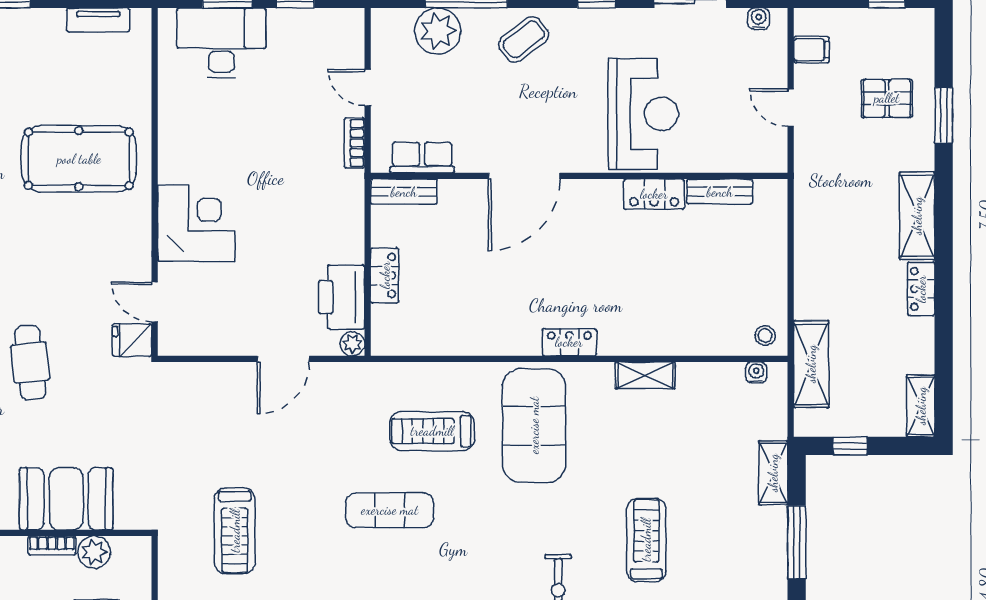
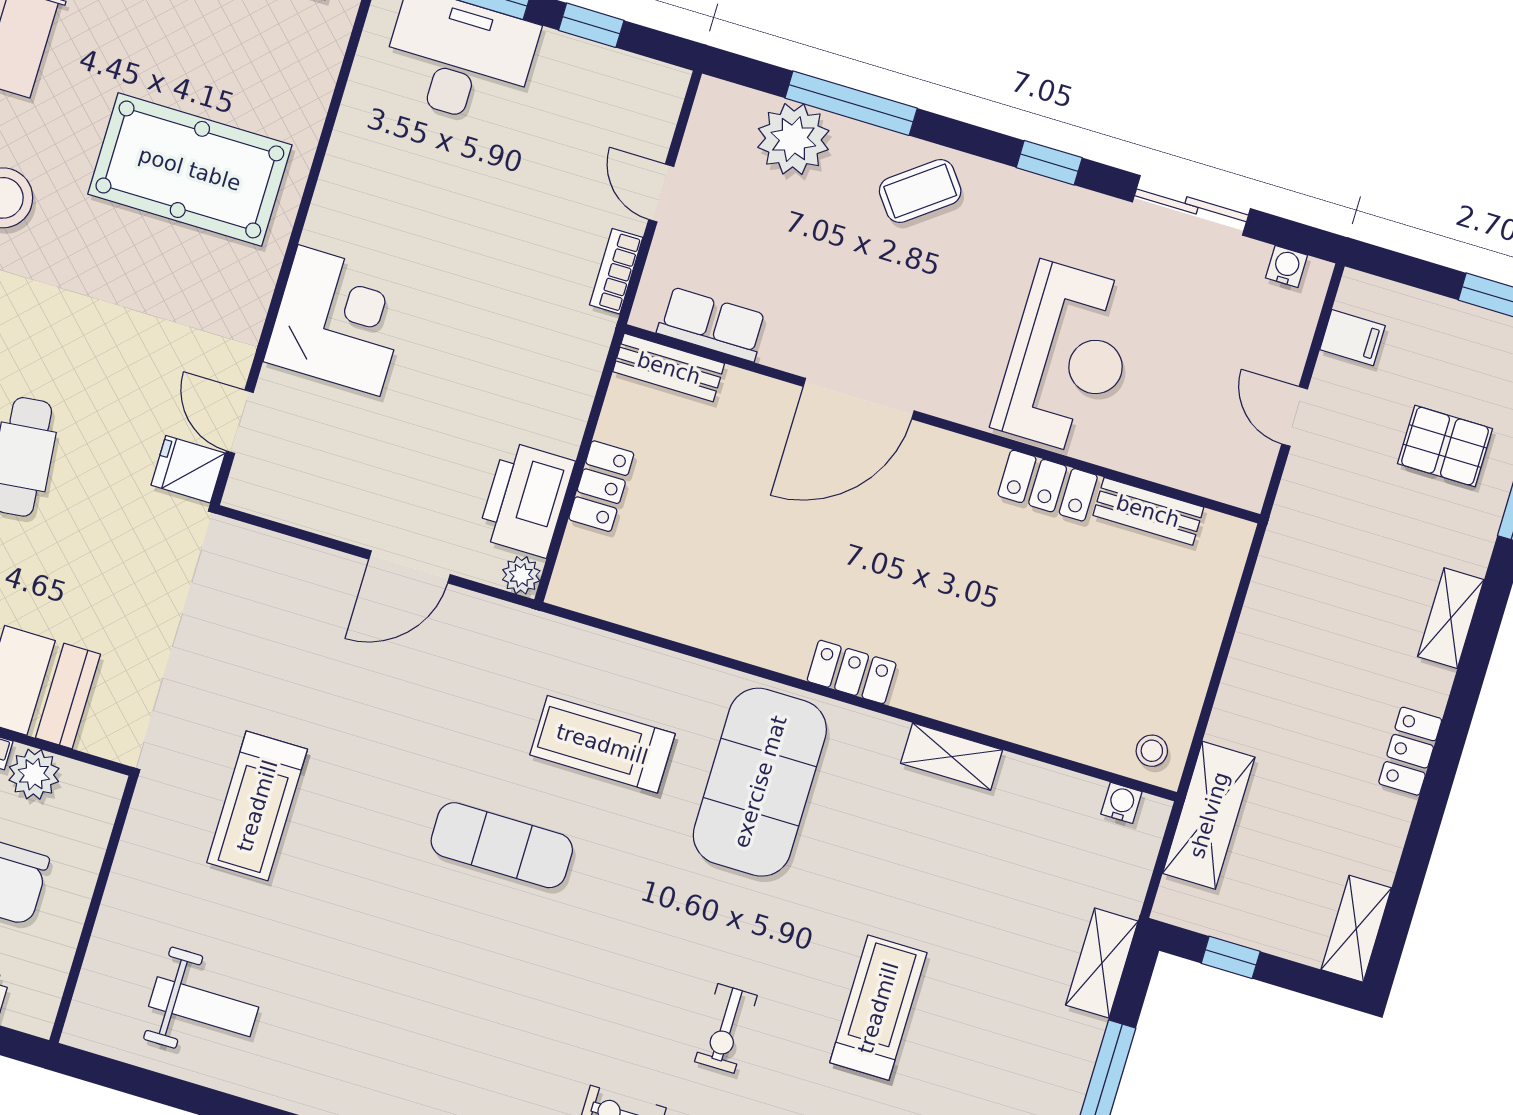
shelving: (917, 216) -> (1451, 618), width x0.67, depth x0.75

